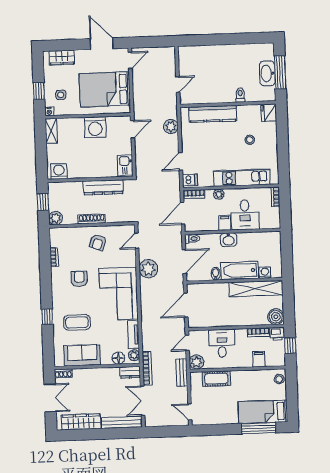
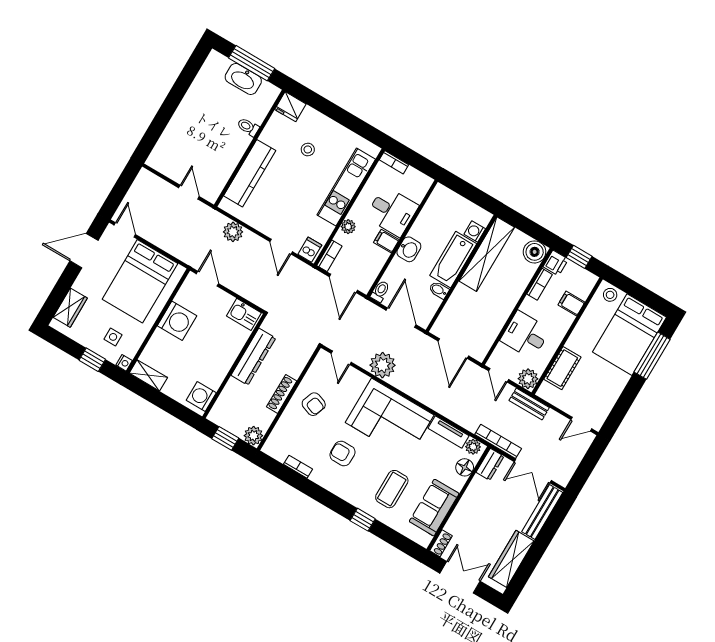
bed: (263, 412) -> (629, 335), width x1.50

